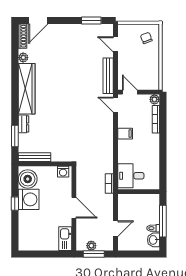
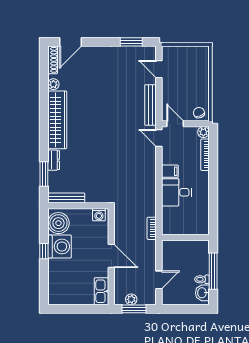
chair: (146, 38) -> (199, 113), moved
desk: (131, 176) -> (176, 192), moved

